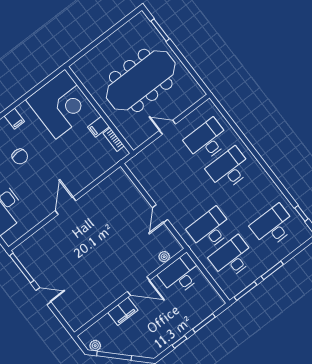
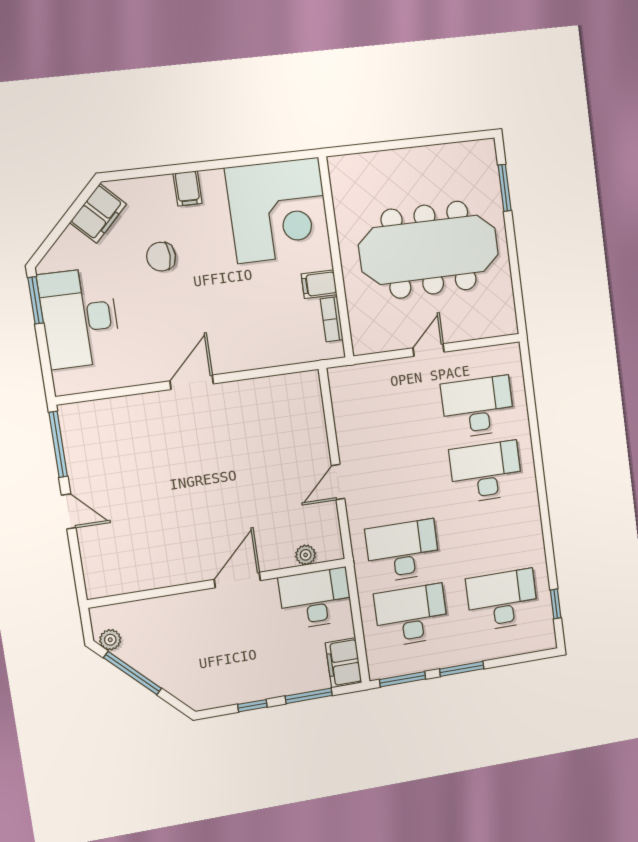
door: (168, 127) -> (428, 350), hinge flipped
chair: (20, 156) -> (161, 257), turned 90
door: (139, 286) -> (237, 580), swing flipped
filing cabinet: (123, 311) -> (344, 663), moved, turned 90

